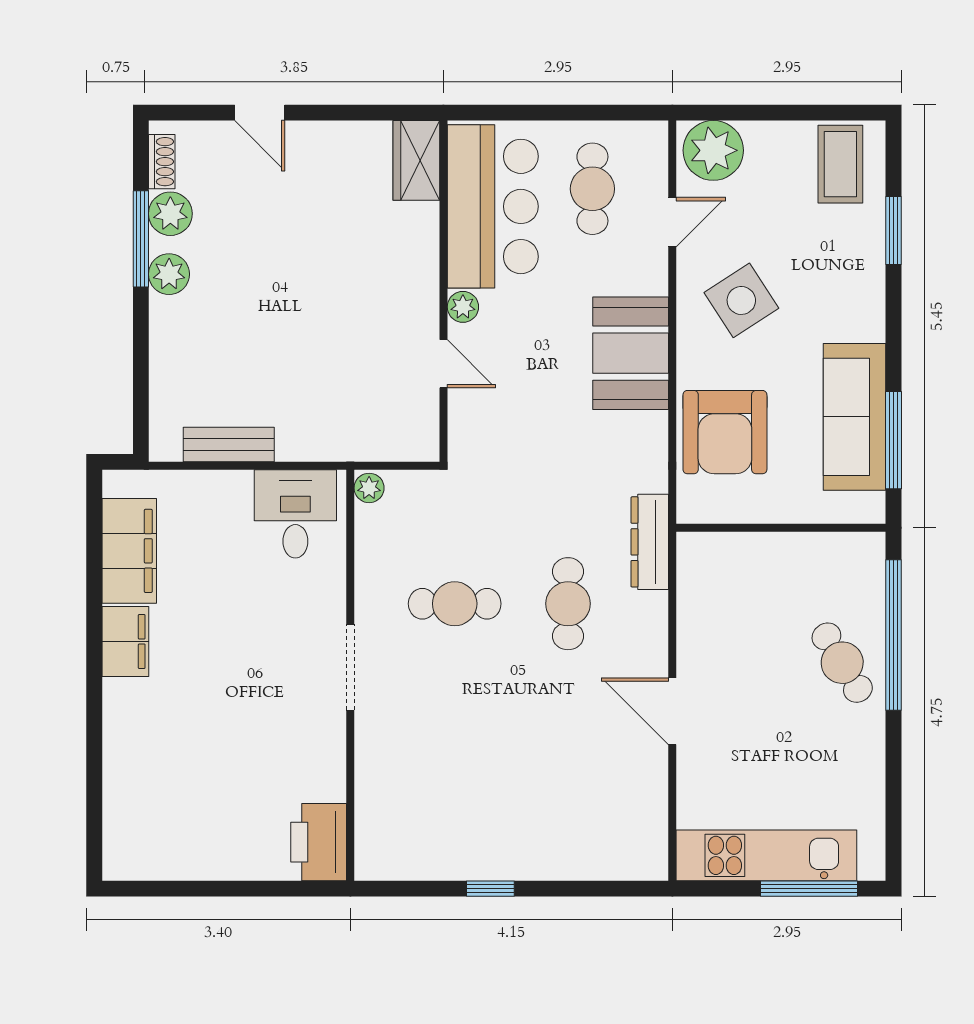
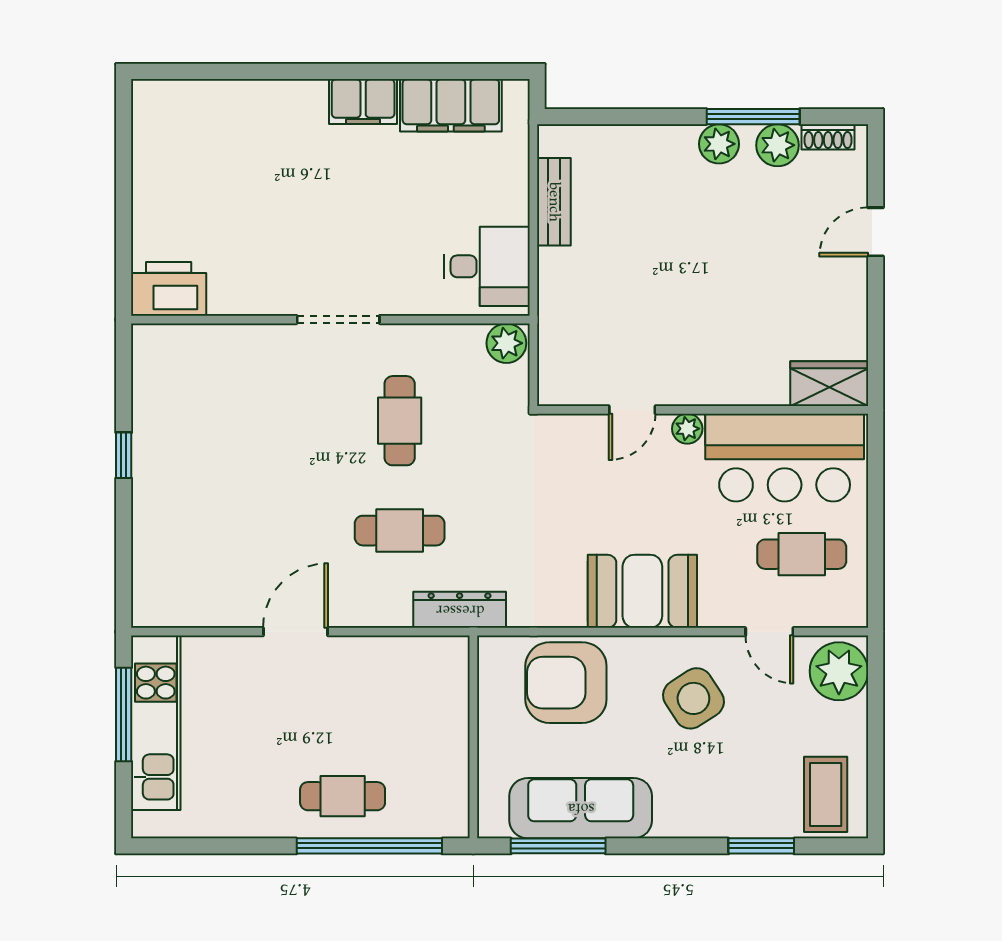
coffee table: (840, 164) -> (826, 794), turned 90
plant: (369, 488) -> (506, 343), width x1.38, depth x1.38
cafe table: (842, 663) -> (343, 796), turned 31
window: (809, 889) -> (124, 715), moved

